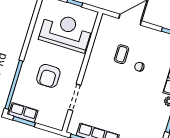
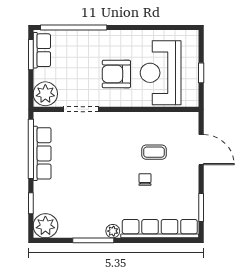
reception desk: (66, 32) -> (161, 73), turned 180
armchair: (48, 76) -> (116, 74), moved
plant: (55, 120) -> (45, 94), added

